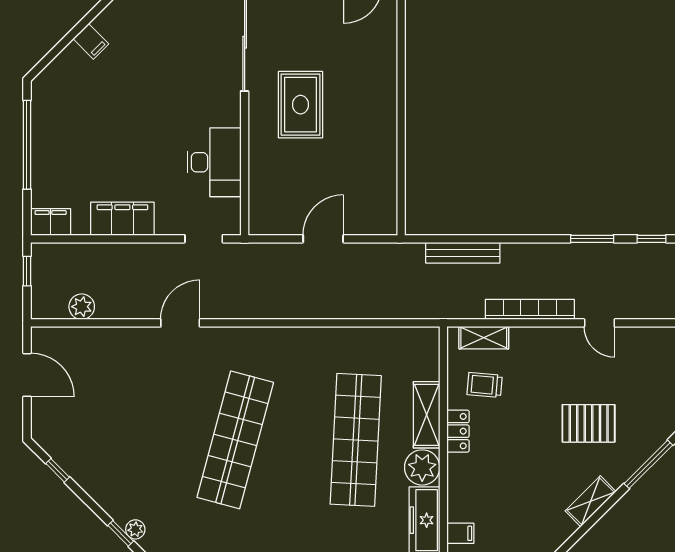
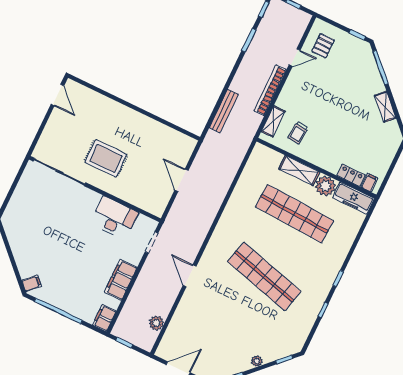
filing cabinet: (91, 41) -> (32, 283), moved
pallet: (589, 423) -> (323, 46), moved, width x0.67, depth x0.71
locker: (458, 431) -> (351, 175), moved
plant: (135, 529) -> (257, 361), moved

